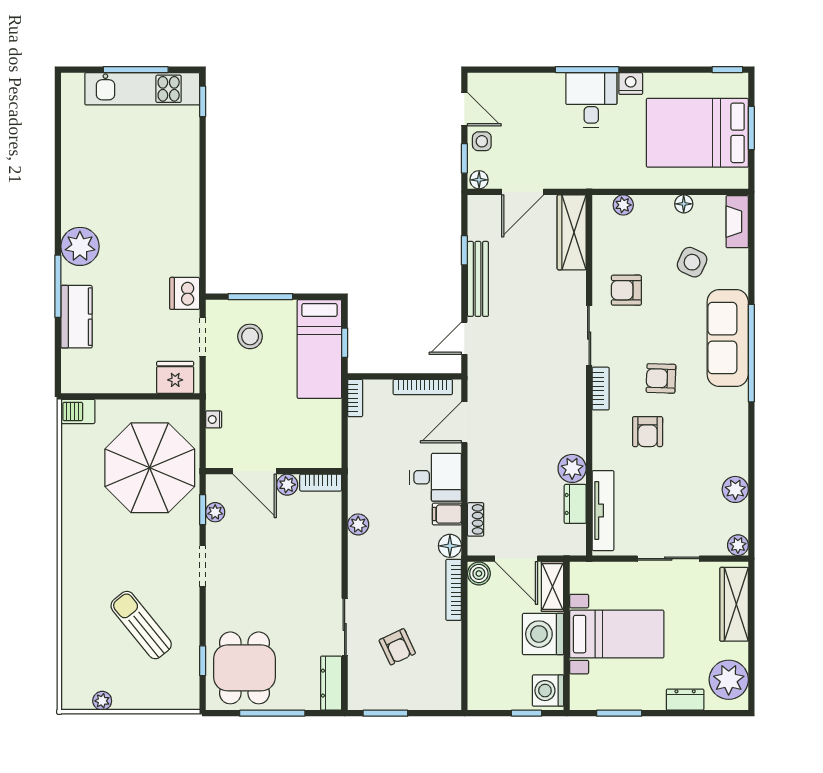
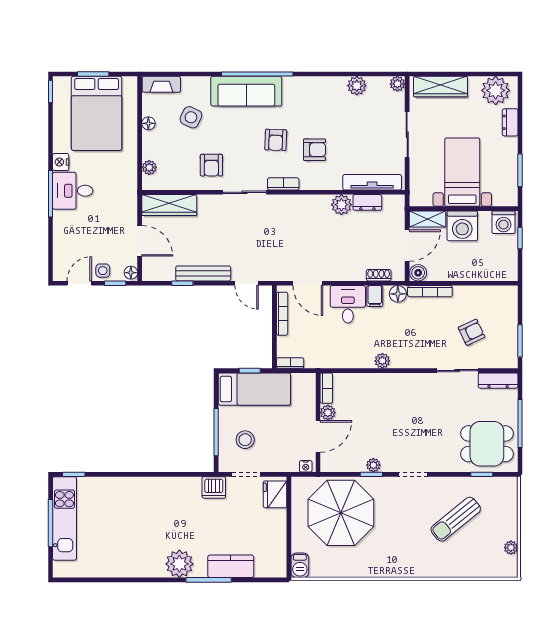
door: (255, 471) -> (318, 436), moved
wall: (274, 471) -> (318, 422), moved
bookcase: (321, 483) -> (326, 388), moved
plant: (287, 485) -> (328, 413), moved

